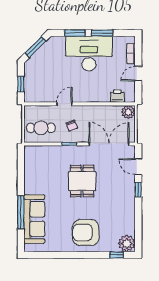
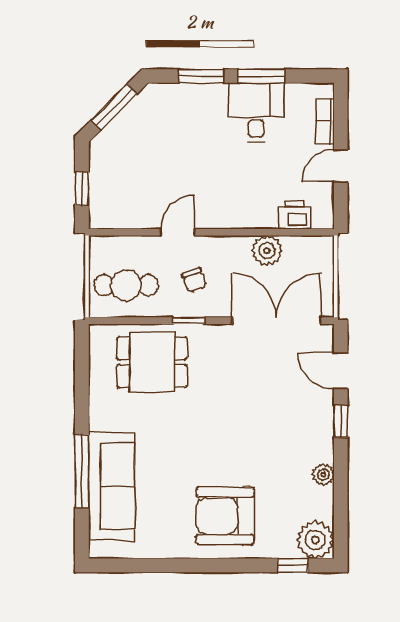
desk: (89, 53) -> (256, 112), width x0.53, depth x0.77
plant: (128, 112) -> (267, 251), moved
dining table: (82, 181) -> (152, 362), moved, turned 90
plant: (130, 214) -> (323, 475), added

